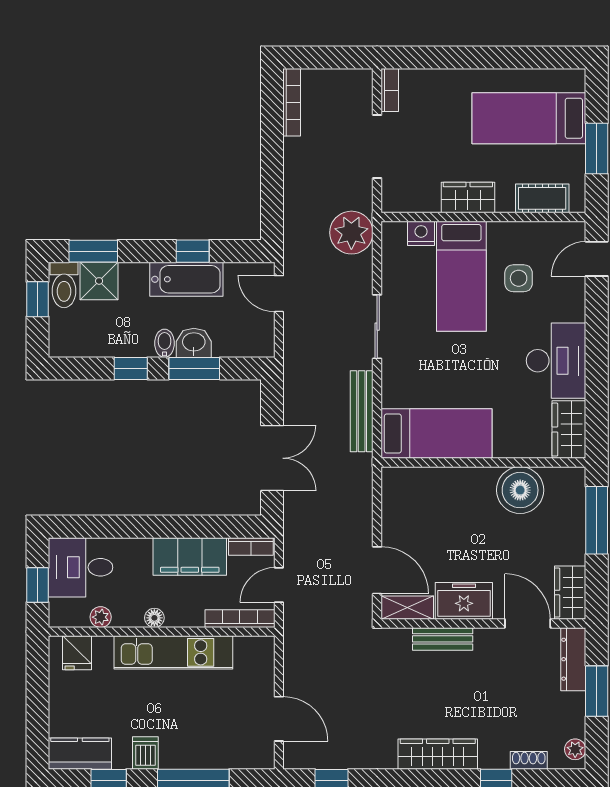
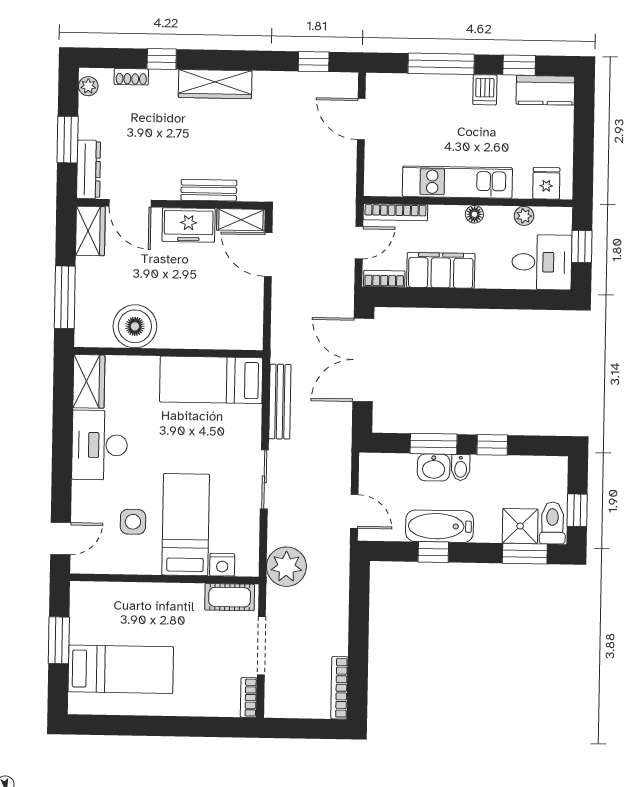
wardrobe: (468, 197) -> (178, 597), removed
cot: (542, 198) -> (230, 597), moved
double door: (272, 458) -> (363, 360), width x1.37

